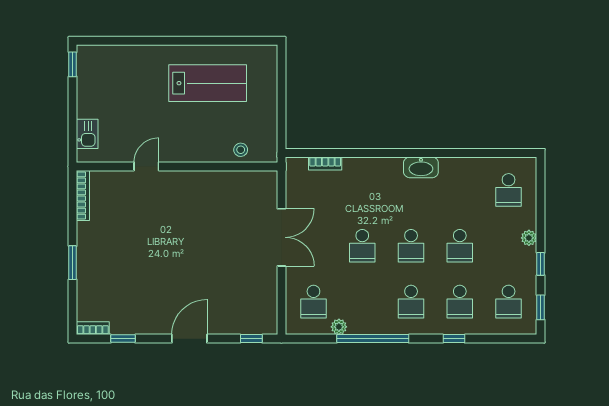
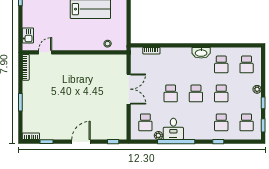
door: (146, 166) -> (45, 52), moved
school desk: (411, 302) -> (221, 64), moved
desk: (367, 314) -> (173, 129), added

